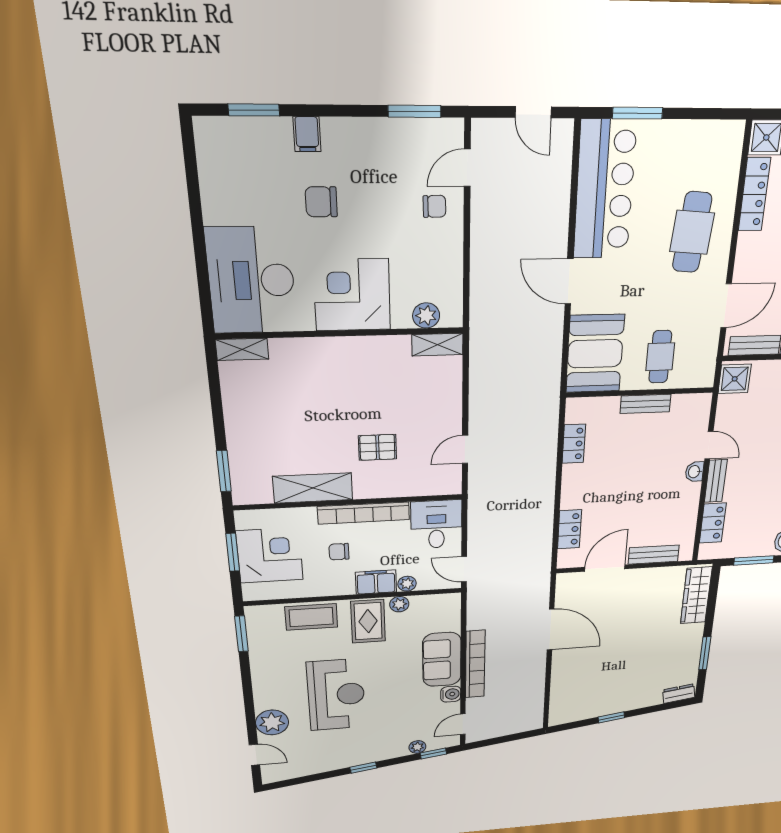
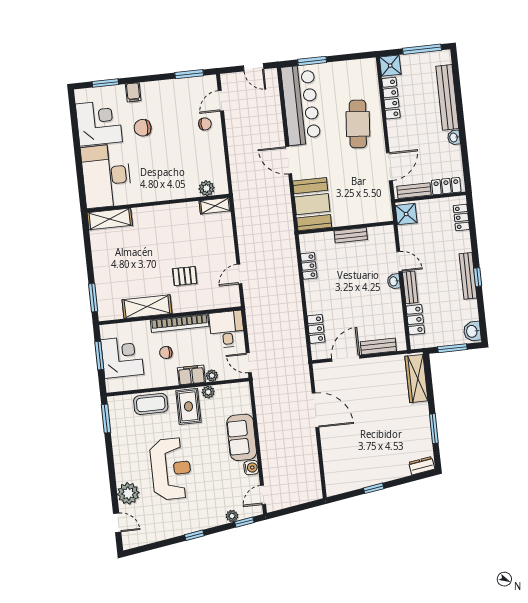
corner desk: (352, 295) -> (99, 123), moved, turned 90
shelving: (242, 349) -> (110, 219), width x1.50, depth x1.33
cafe table: (660, 357) -> (354, 203), removed
bookcase: (475, 664) -> (266, 441), removed

